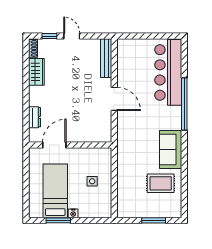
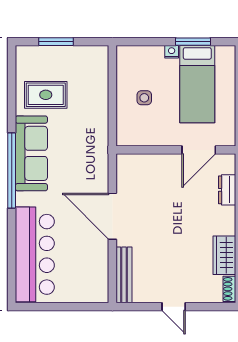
window: (49, 36) -> (206, 307), removed
door: (114, 99) -> (112, 216), width x1.36
window: (184, 104) -> (12, 170), moved
sofa: (171, 150) -> (31, 153), width x1.36

